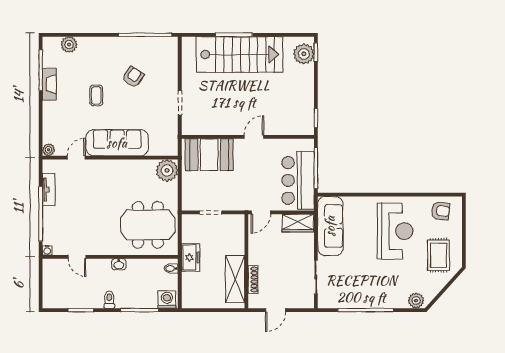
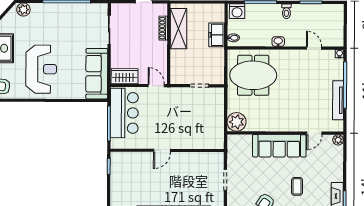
booth: (209, 155) -> (200, 135), removed
tv unit: (49, 189) -> (338, 100), width x1.41
door: (261, 212) -> (156, 86), hinge flipped
reception desk: (395, 231) -> (41, 69), turned 180
freezer: (191, 257) -> (217, 35), moved

